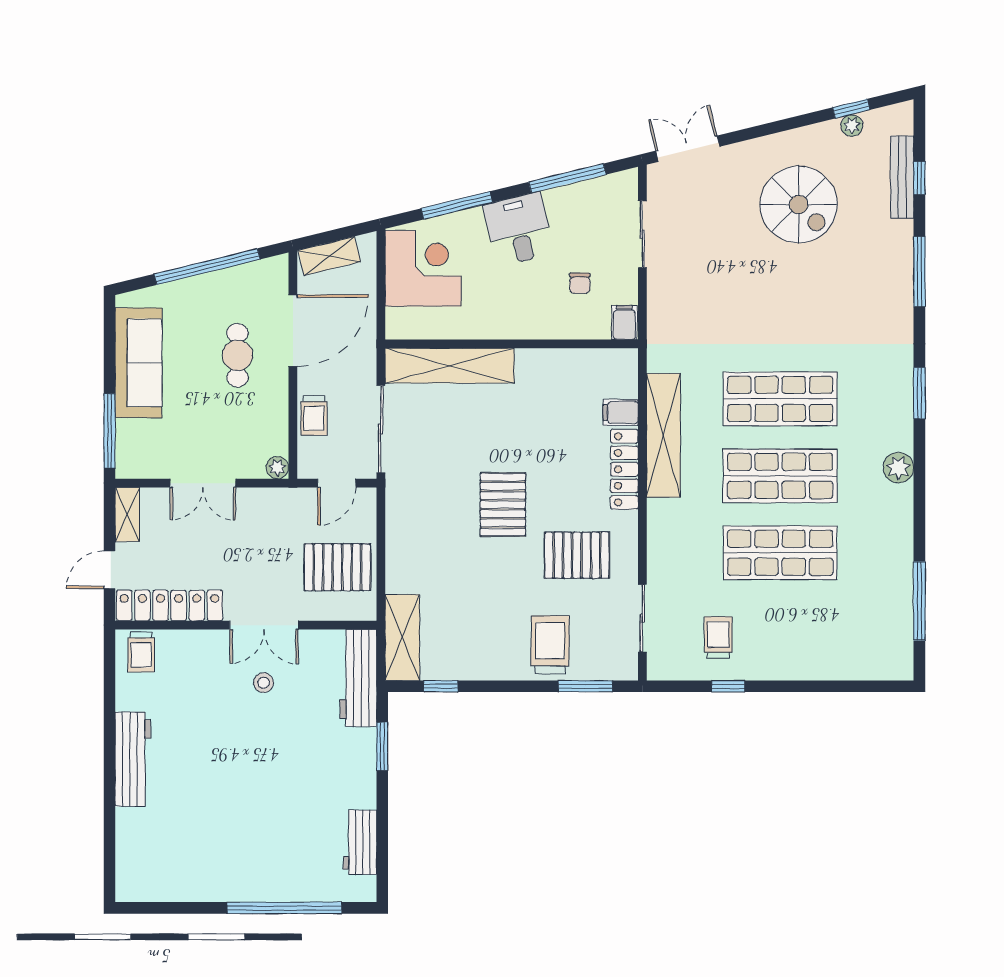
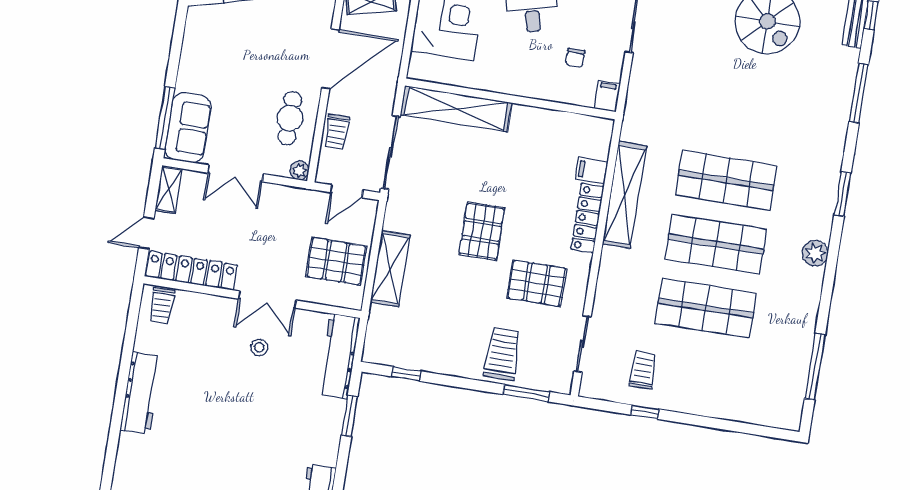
cafe table: (237, 355) -> (290, 118), moved
sofa: (139, 363) -> (188, 128), moved, width x0.73
shelving: (402, 637) -> (390, 269), moved

